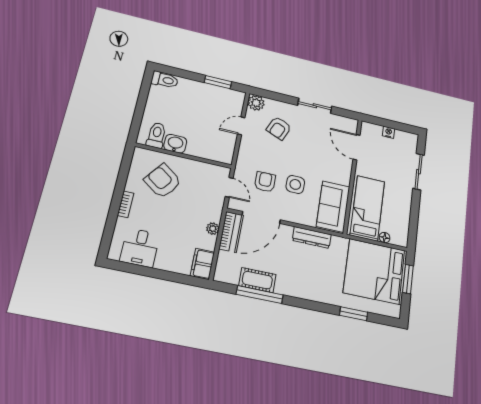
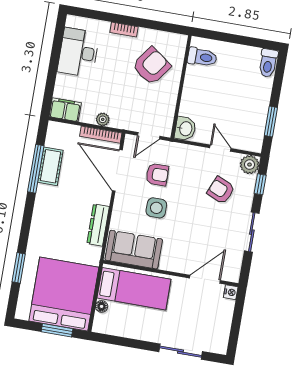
window: (273, 96) -> (260, 184), added
nightstand: (389, 132) -> (231, 292), moved
washbasin: (175, 144) -> (185, 129), moved
desk: (140, 248) -> (78, 52), width x1.37

